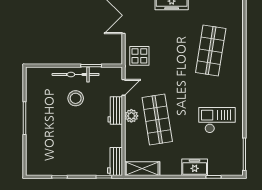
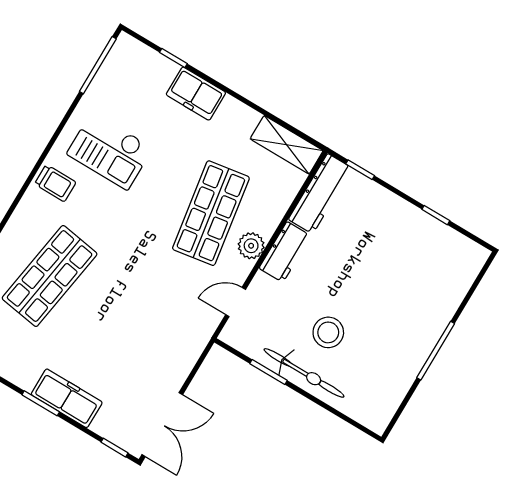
display table: (139, 56) -> (177, 340), removed
trolley: (232, 92) -> (55, 183), added
workbench: (115, 110) -> (285, 252), moved
workbench: (115, 161) -> (320, 194), width x1.38

